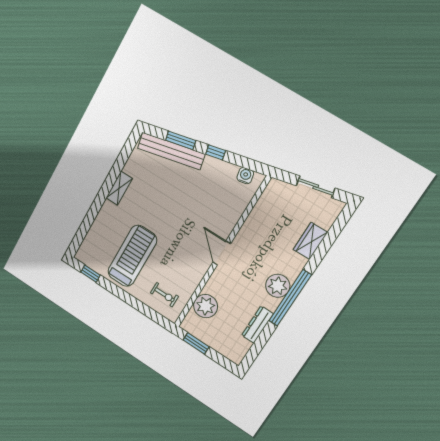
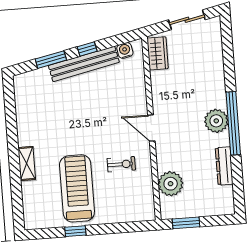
bench: (171, 151) -> (84, 64), moved
shelving: (119, 188) -> (27, 163), moved
wardrobe: (310, 241) -> (158, 53), moved, turned 180
window: (90, 274) -> (75, 231), moved
exercise bike: (164, 295) -> (121, 164), moved

